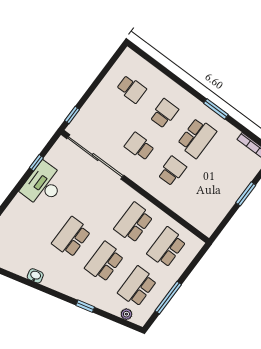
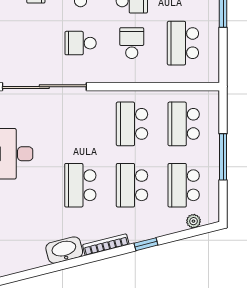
school desk: (205, 195) -> (183, 43), added
washbasin: (35, 276) -> (64, 250), width x1.91, depth x1.45
bookcase: (59, 287) -> (106, 245), added
window: (168, 298) -> (223, 157), moved

